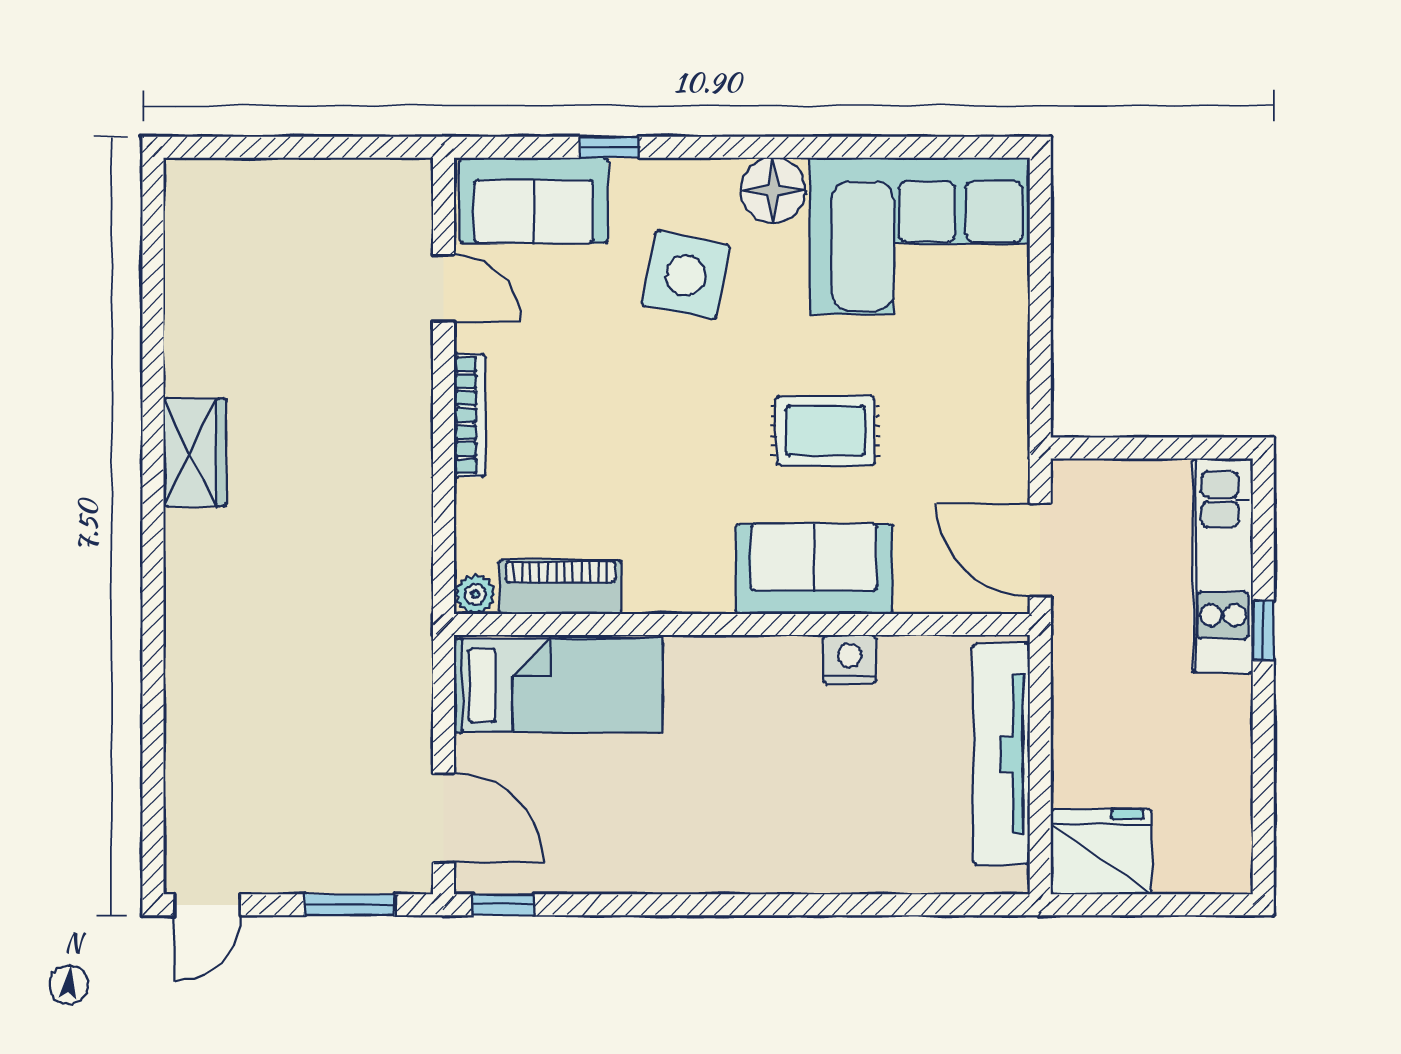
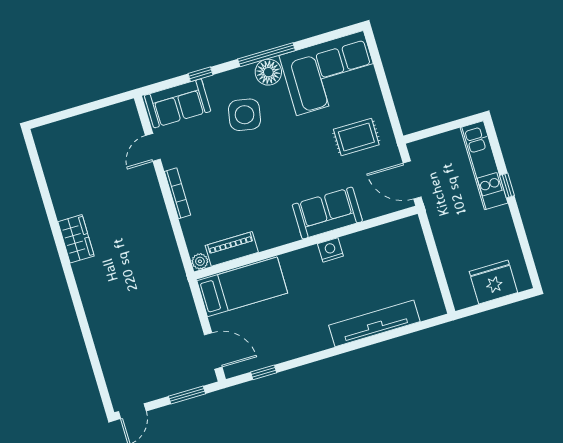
window: (781, 147) -> (266, 55), added
door: (444, 288) -> (153, 147), swing flipped
rug: (826, 431) -> (356, 137), moved
nightstand: (850, 659) -> (330, 250), moved
tv unit: (1002, 754) -> (374, 323), moved, turned 90
fridge: (1101, 852) -> (493, 282), moved
window: (503, 905) -> (264, 372), moved

